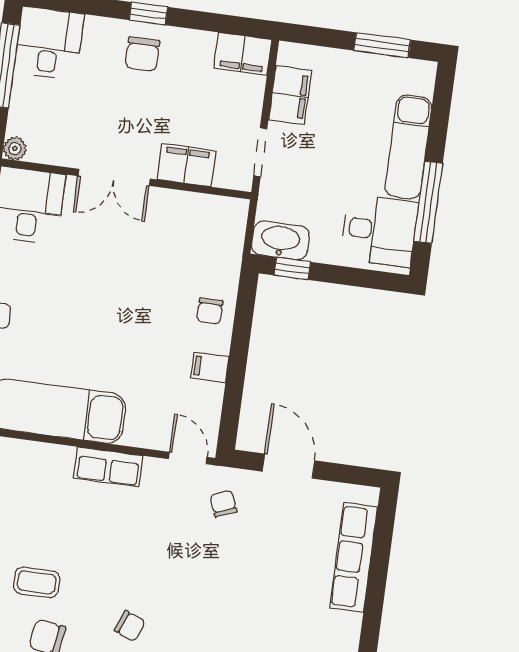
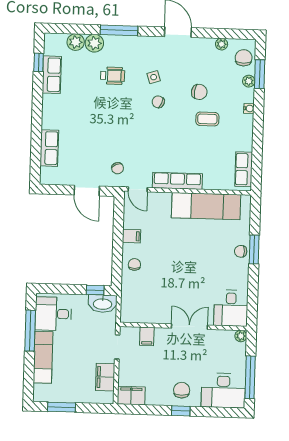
desk: (49, 43) -> (223, 390), width x1.37
filing cabinet: (186, 165) -> (147, 336), width x0.50
row of seats: (108, 467) -> (177, 181), width x1.48
row of seats: (354, 557) -> (49, 148), width x0.68

